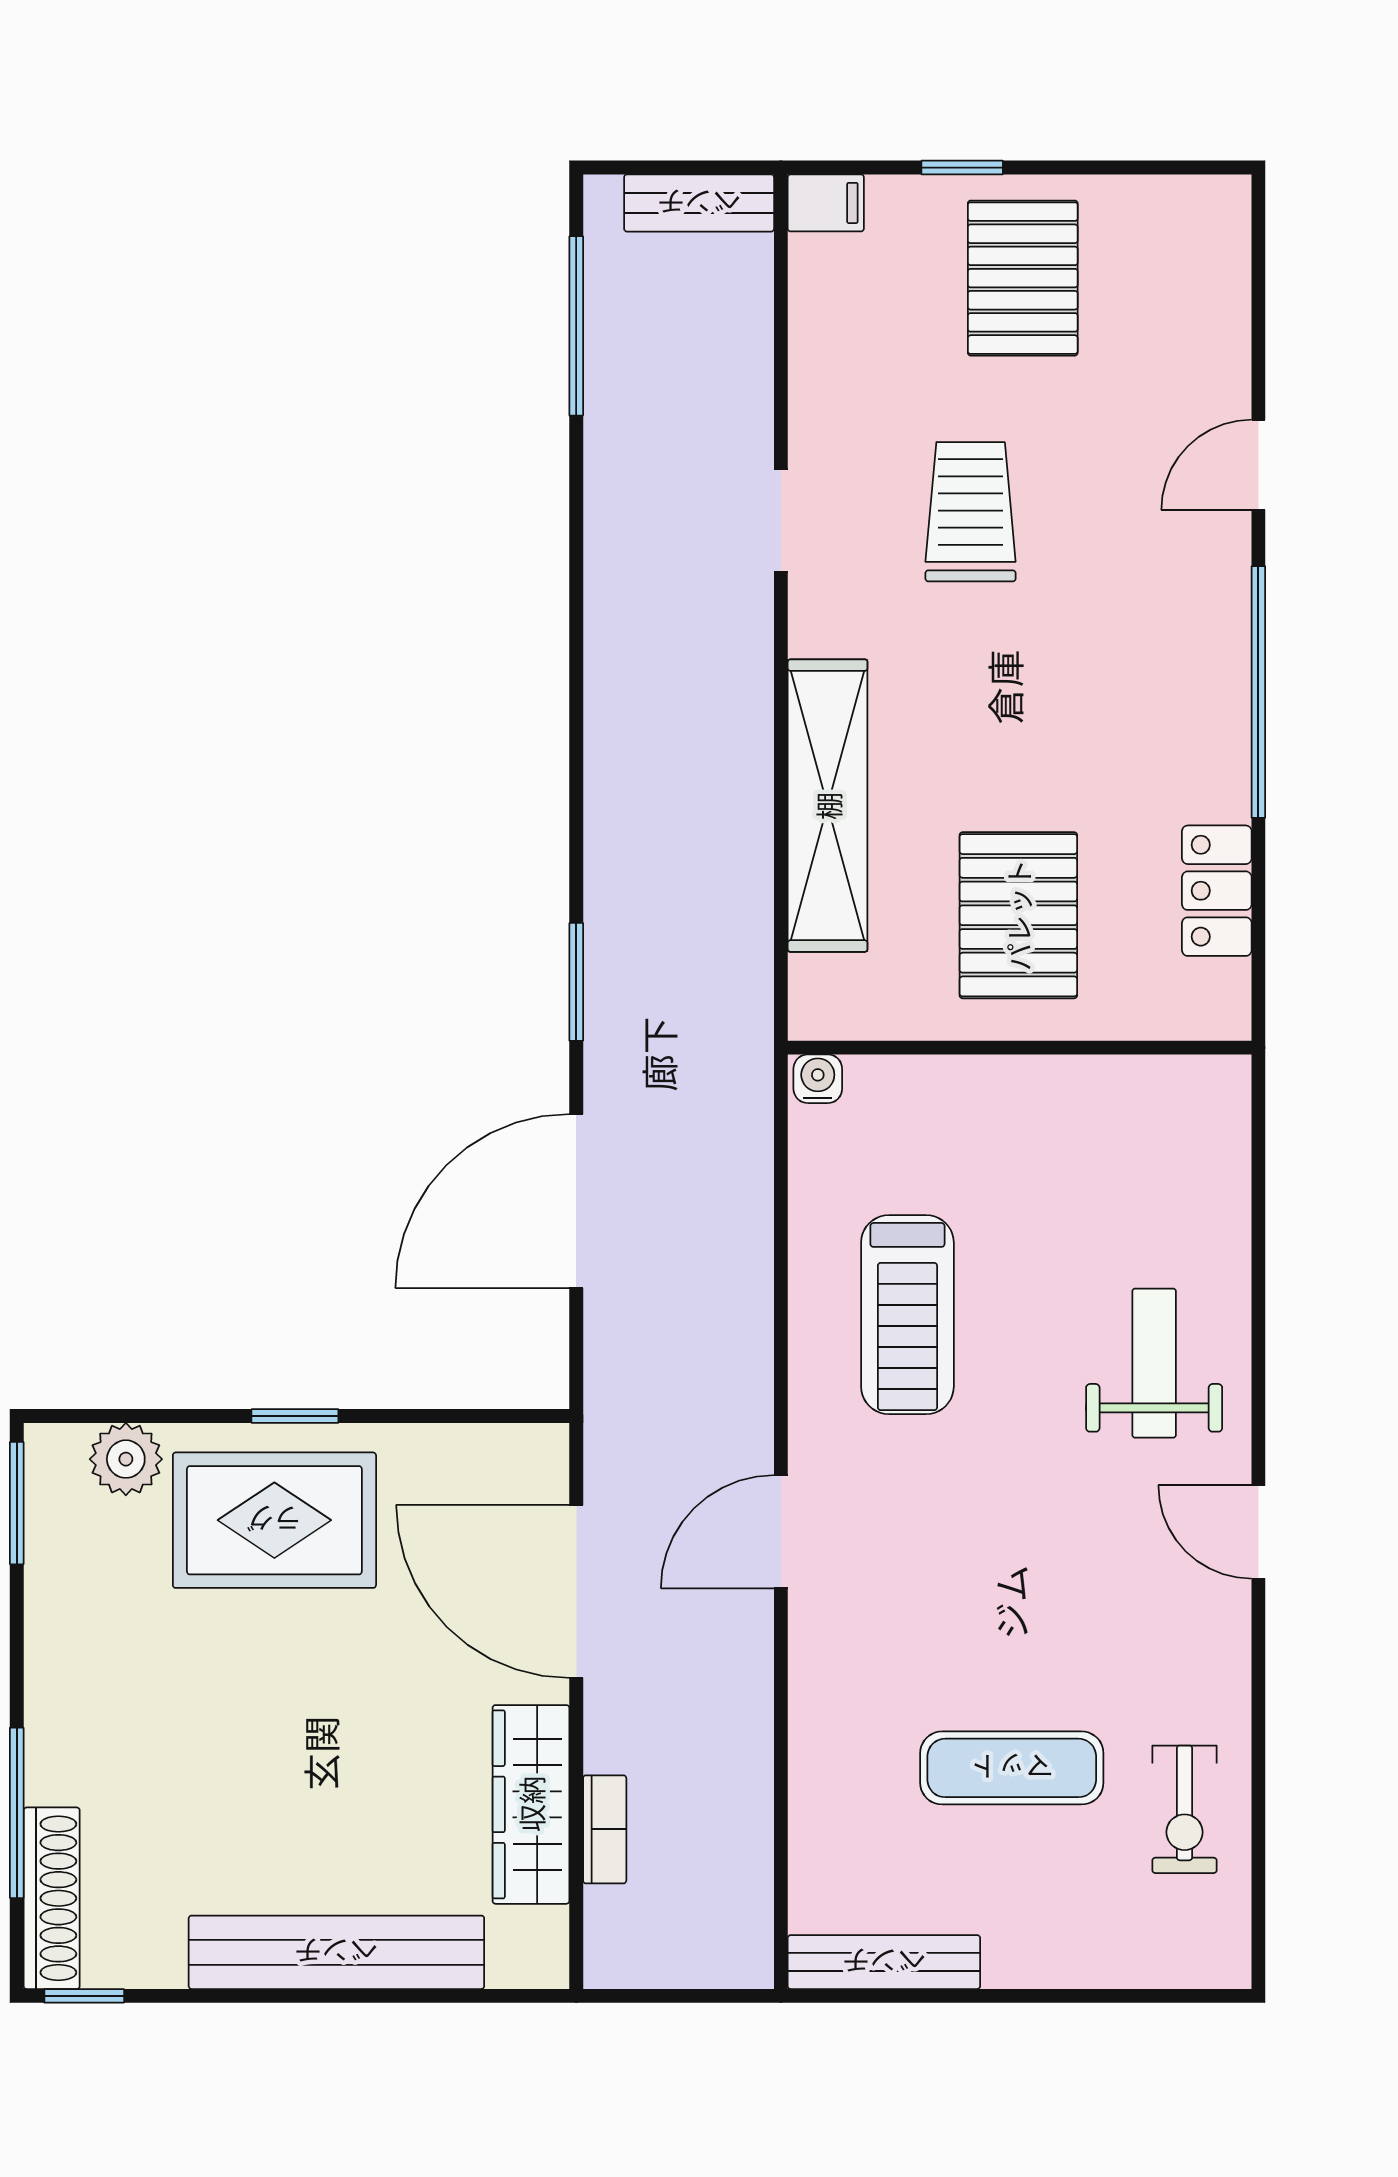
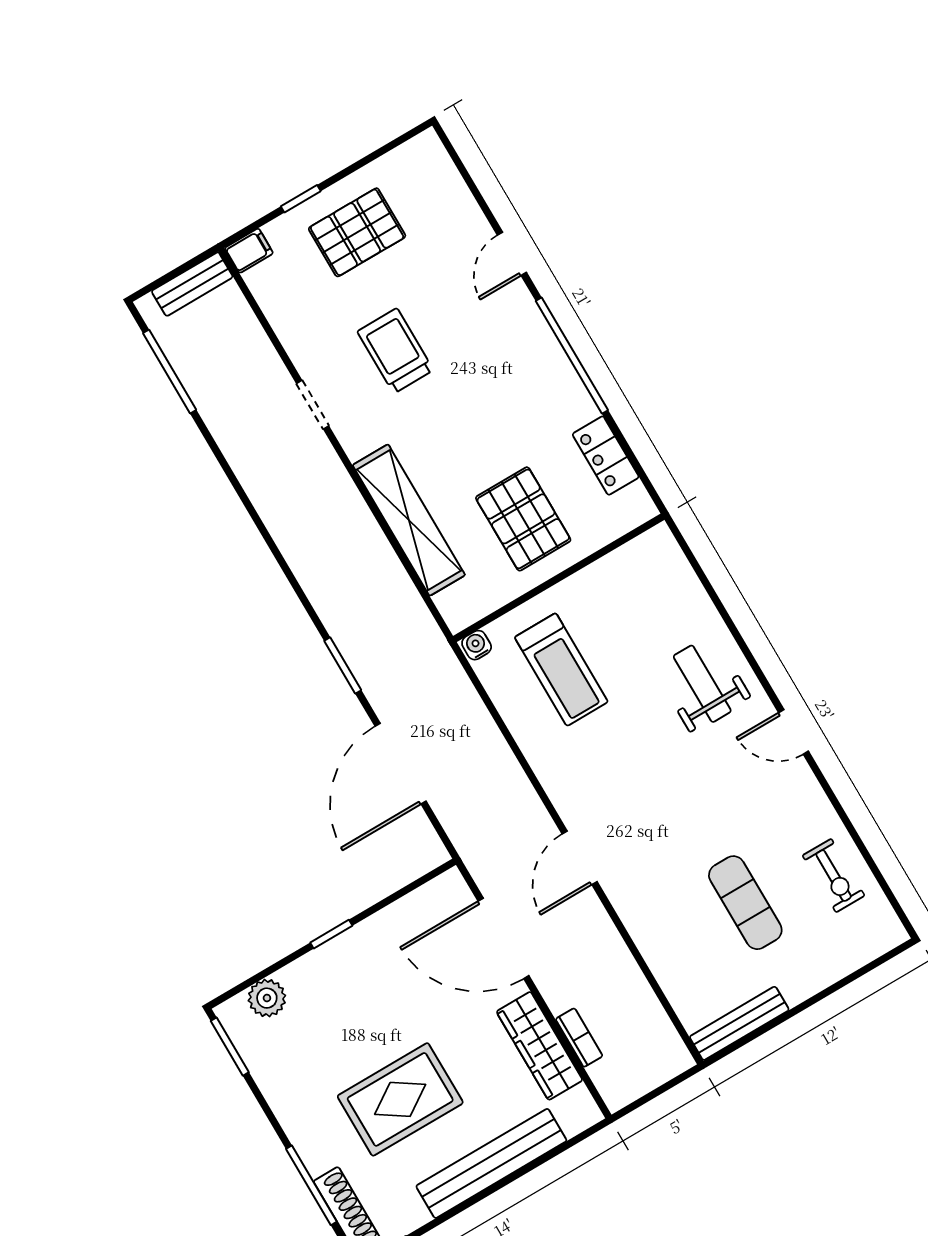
pallet: (1023, 278) -> (357, 232), turned 90
treadmill: (907, 1315) -> (561, 670), moved
rug: (274, 1520) -> (400, 1099), moved
exercise mat: (1012, 1768) -> (745, 903), turned 90

